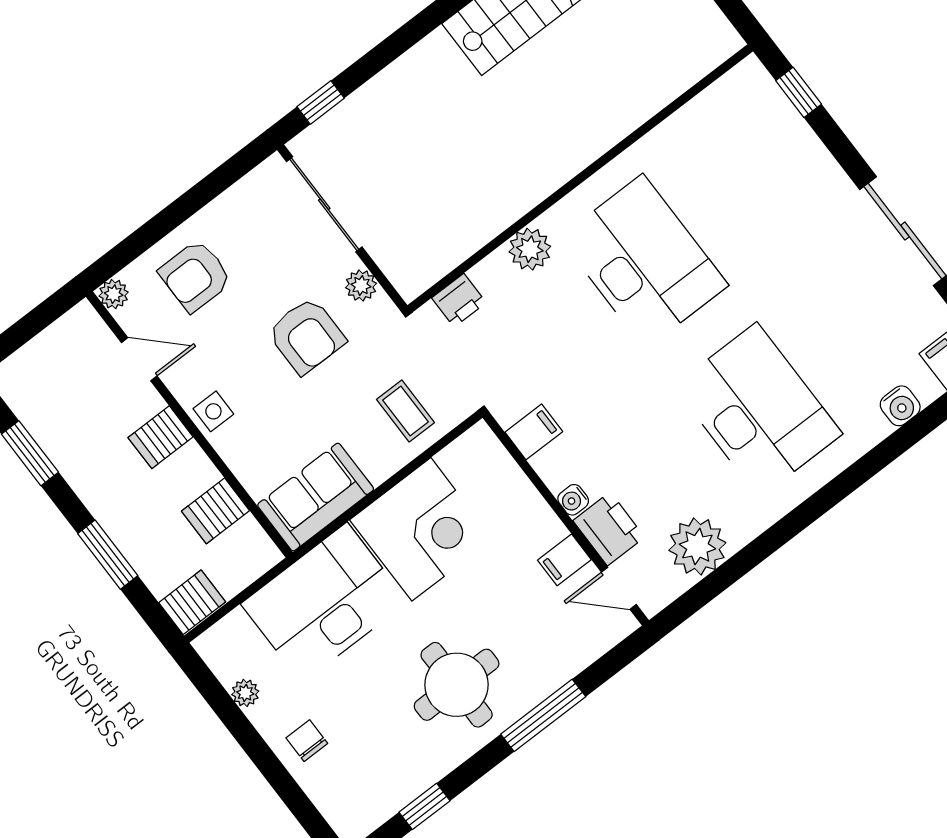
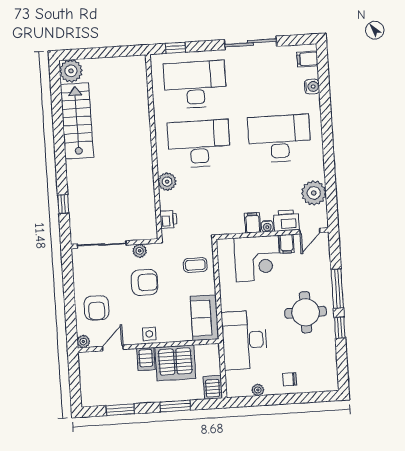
window: (321, 102) -> (63, 204), moved
desk: (753, 178) -> (195, 85), added
filing cabinet: (534, 432) -> (253, 223), moved
server rack: (216, 511) -> (175, 363), width x2.18, depth x1.44
corner desk: (421, 529) -> (257, 259), moved, turned 90
window: (425, 806) -> (340, 328), moved

